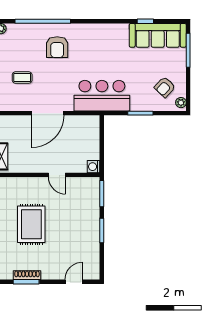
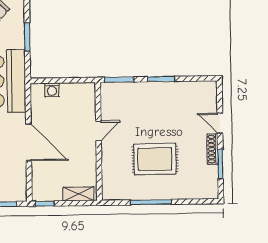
washing machine: (94, 167) -> (52, 90), moved
shoe rack: (27, 275) -> (213, 149), moved
door: (74, 282) -> (220, 123), moved

